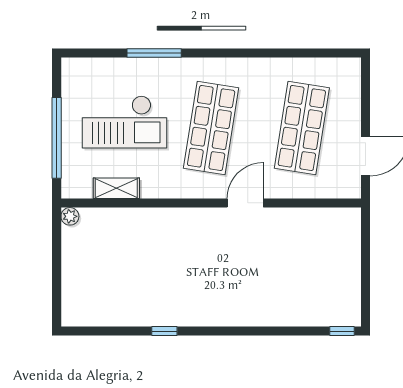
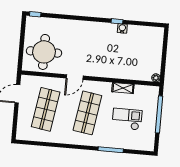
checkout: (125, 122) -> (127, 119), width x0.73, depth x0.83
shelving: (116, 188) -> (123, 88), moved
round table: (316, 251) -> (44, 52), added
water cooler: (152, 317) -> (122, 28), added

